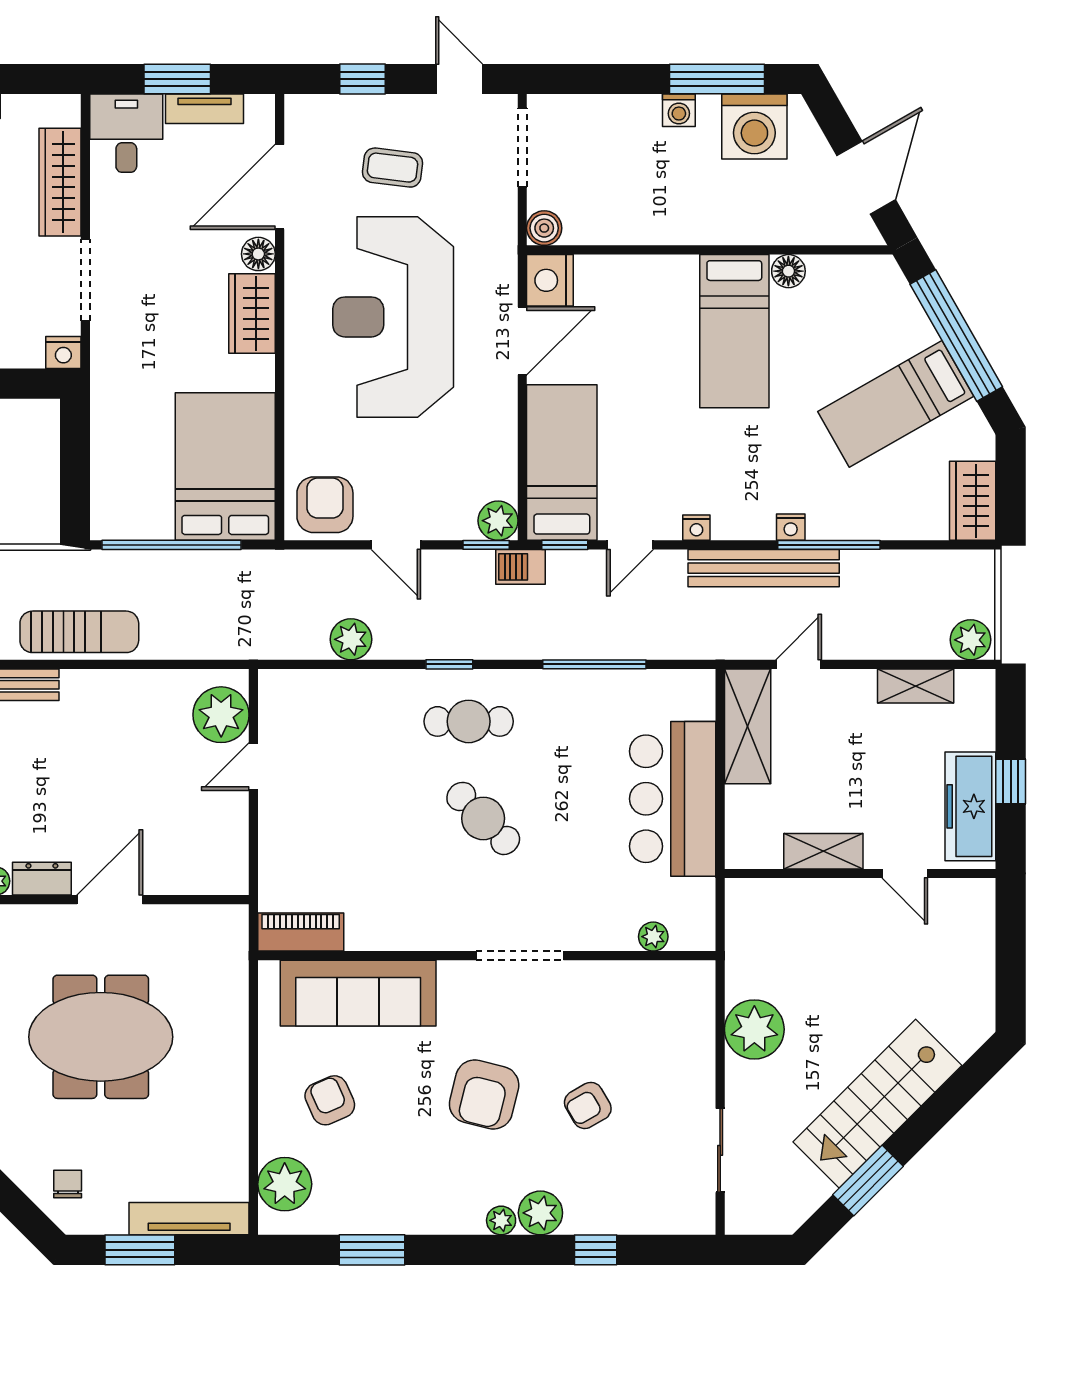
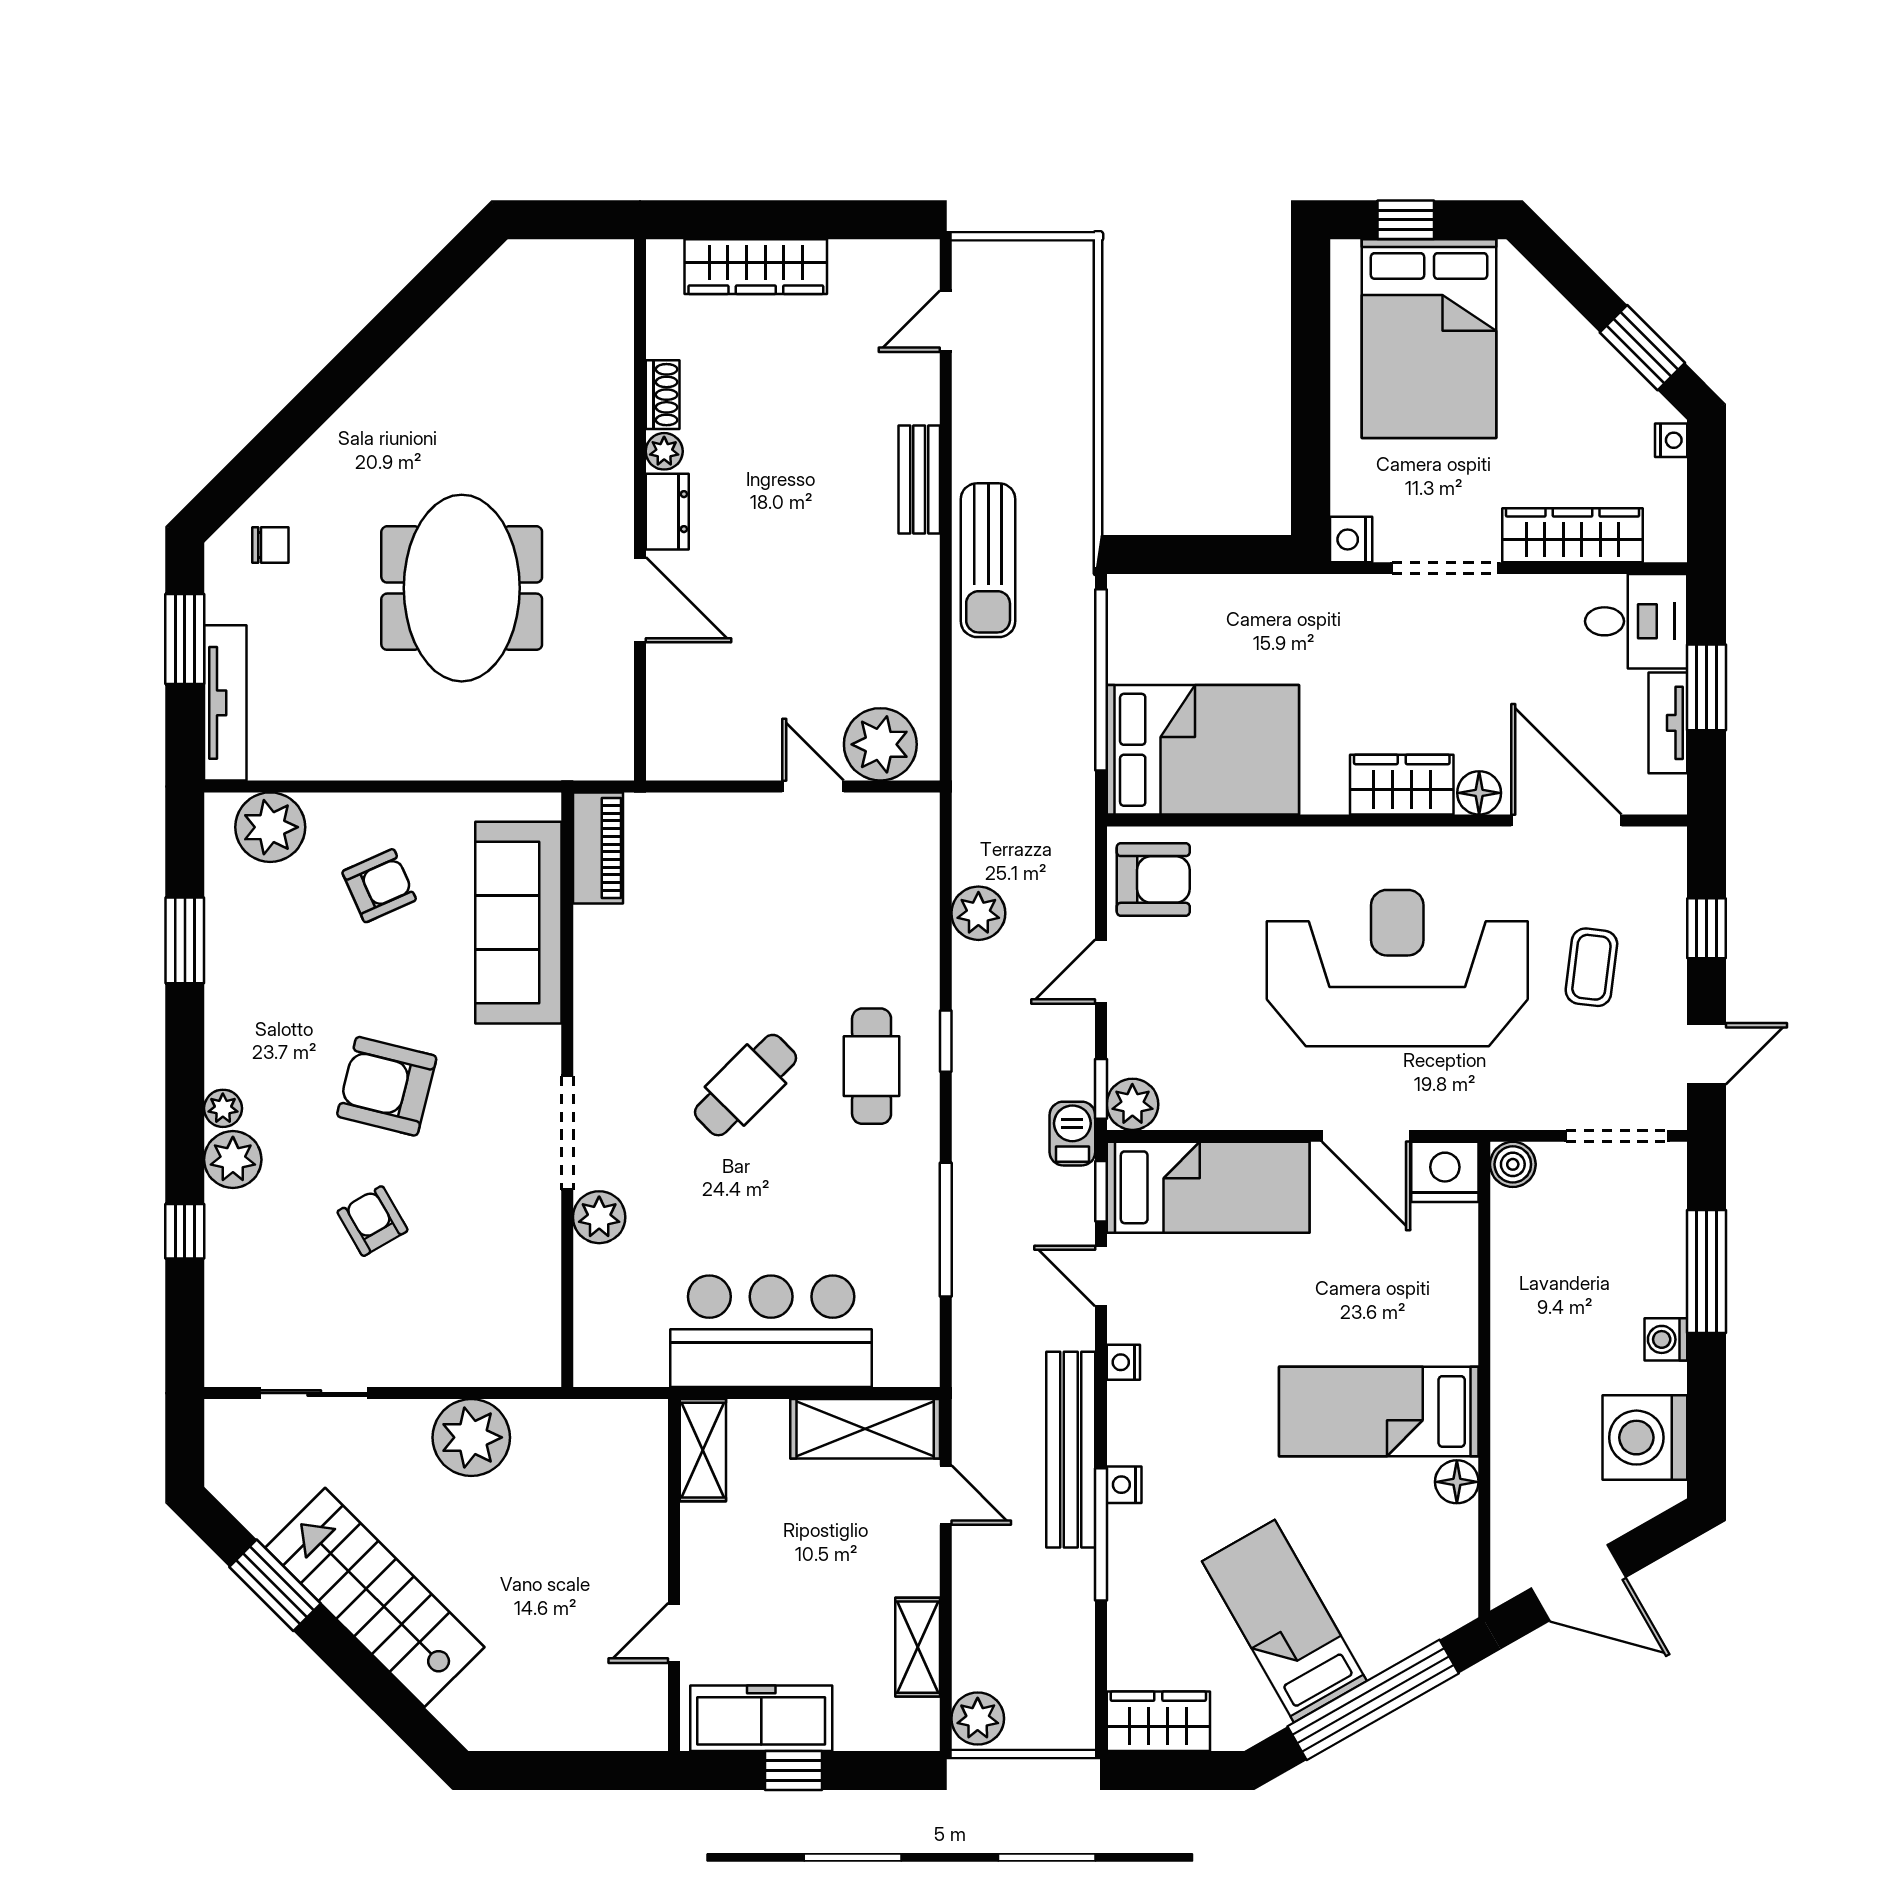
window: (717, 79) -> (1707, 1271), moved
shelving: (823, 851) -> (703, 1450), moved
plant: (653, 937) -> (599, 1217), moved, width x1.38, depth x1.38

